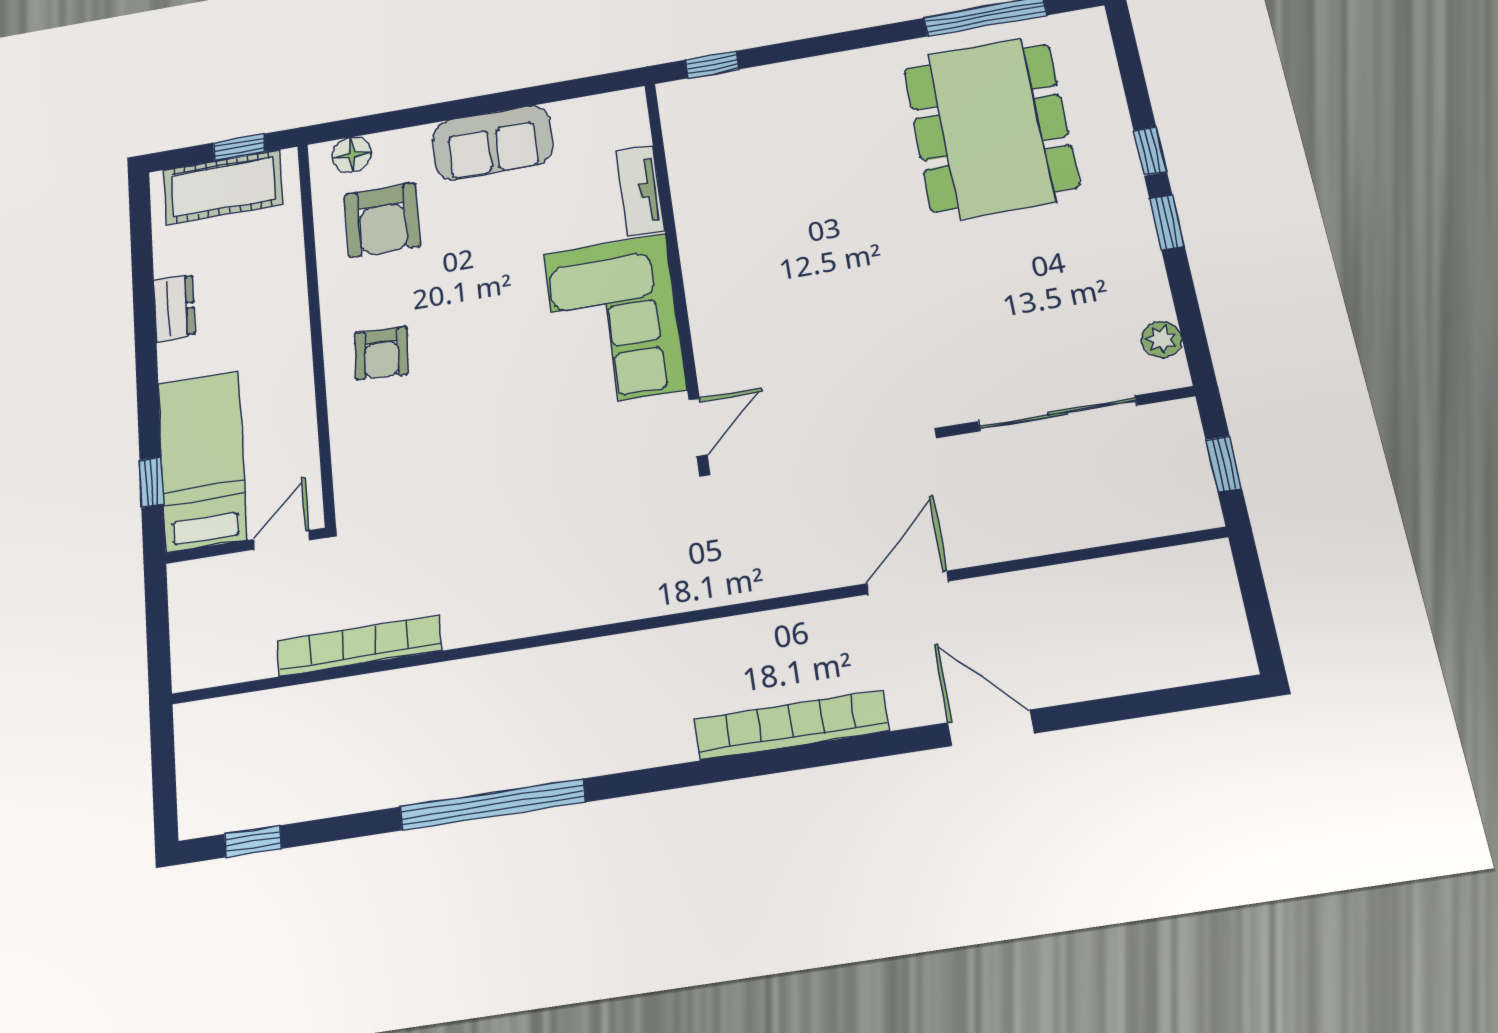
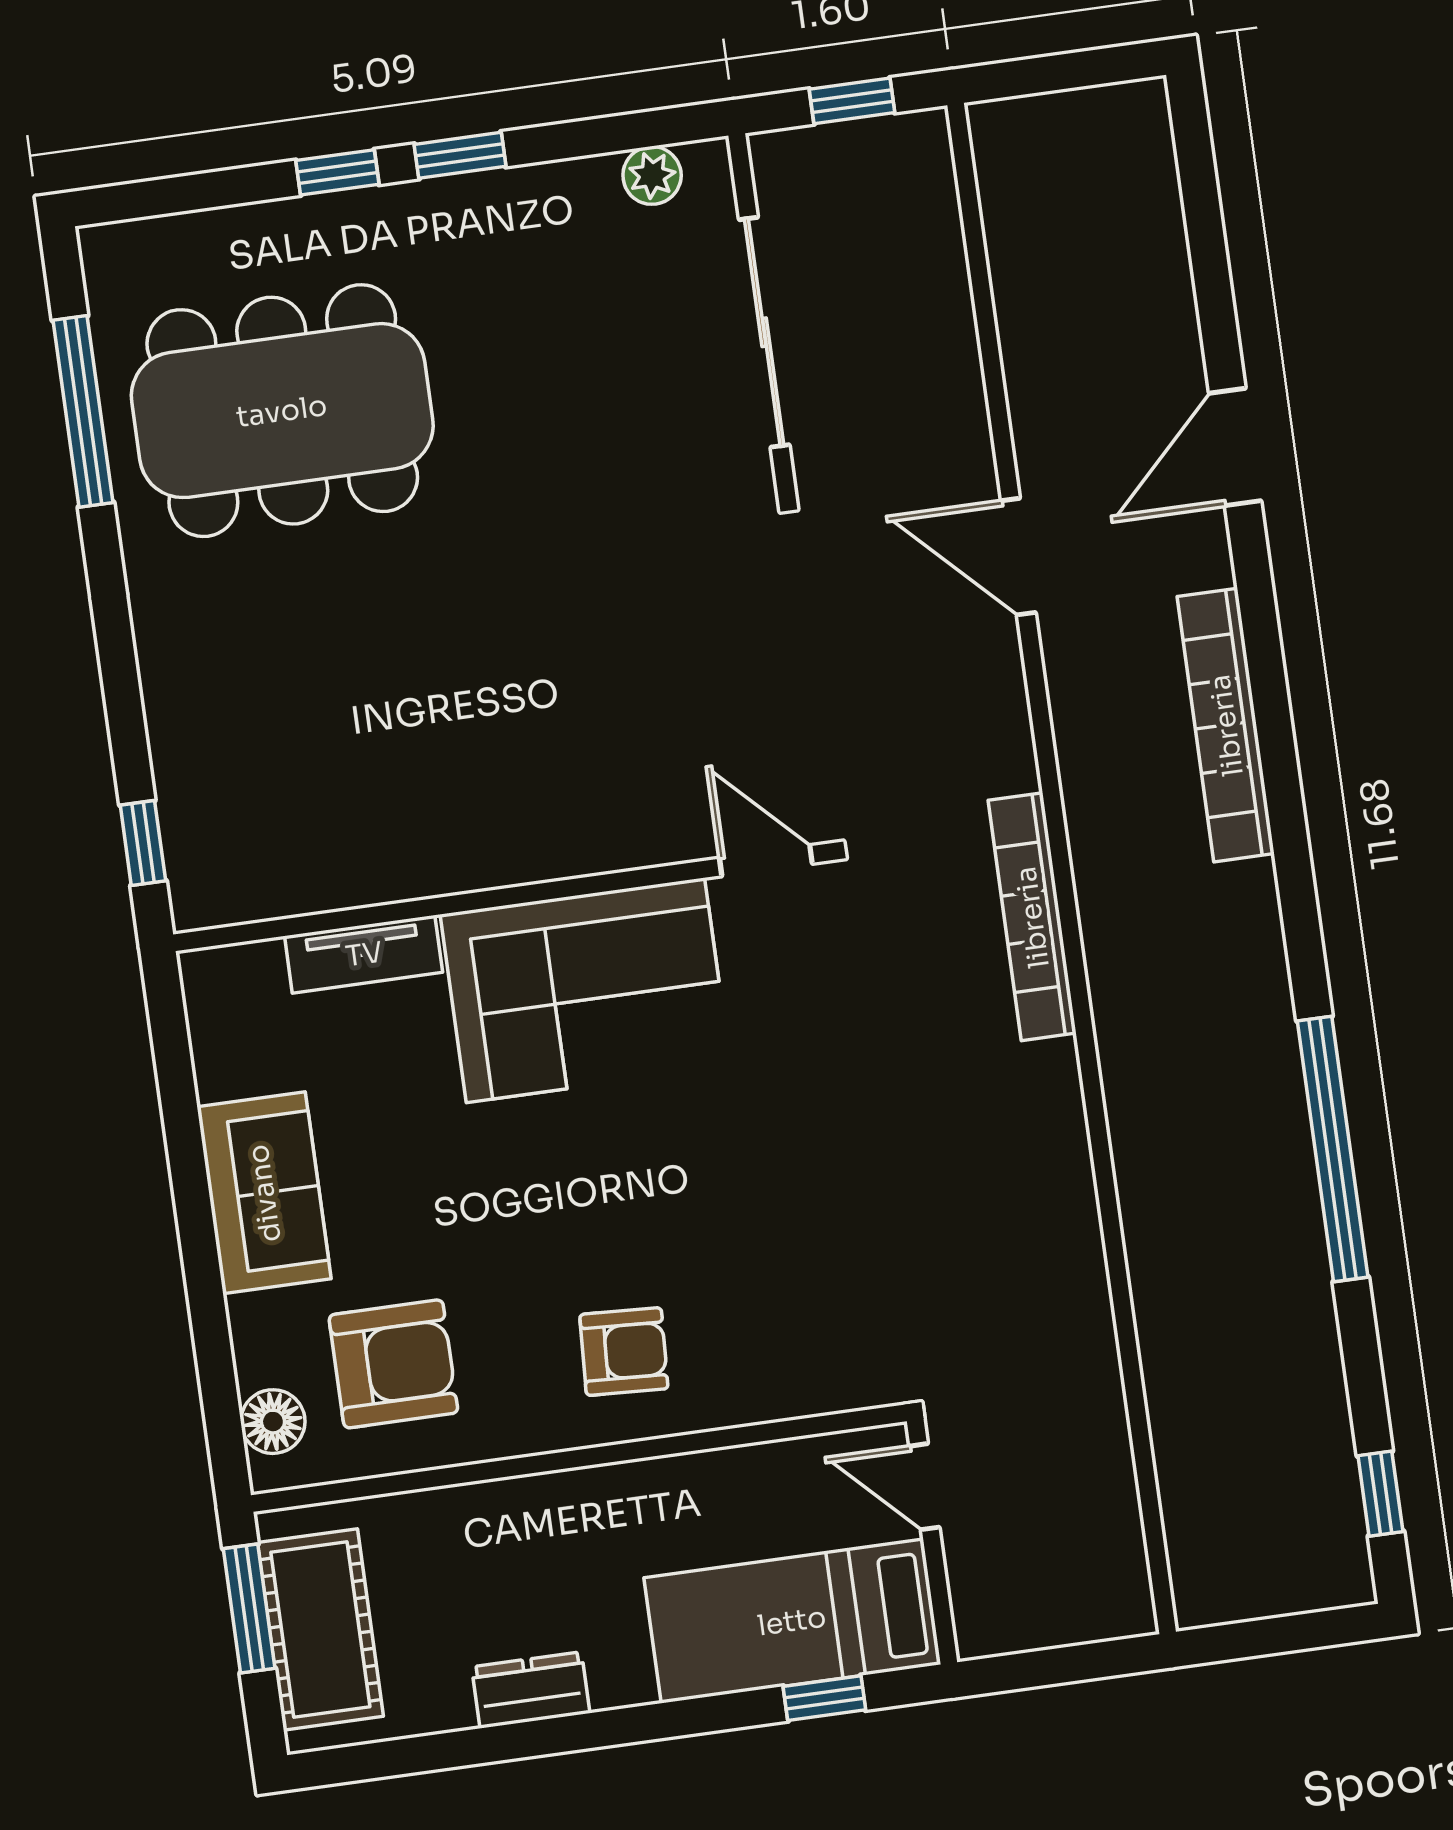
window: (239, 147) -> (249, 1609), width x1.50
bookcase: (359, 646) -> (1032, 917), moved

